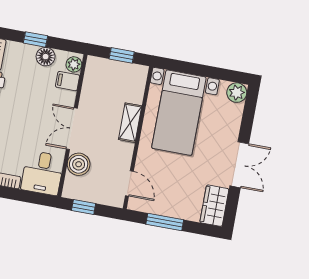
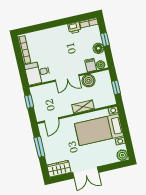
double door: (72, 129) -> (67, 78), swing flipped
boiler: (79, 164) -> (89, 81), moved

